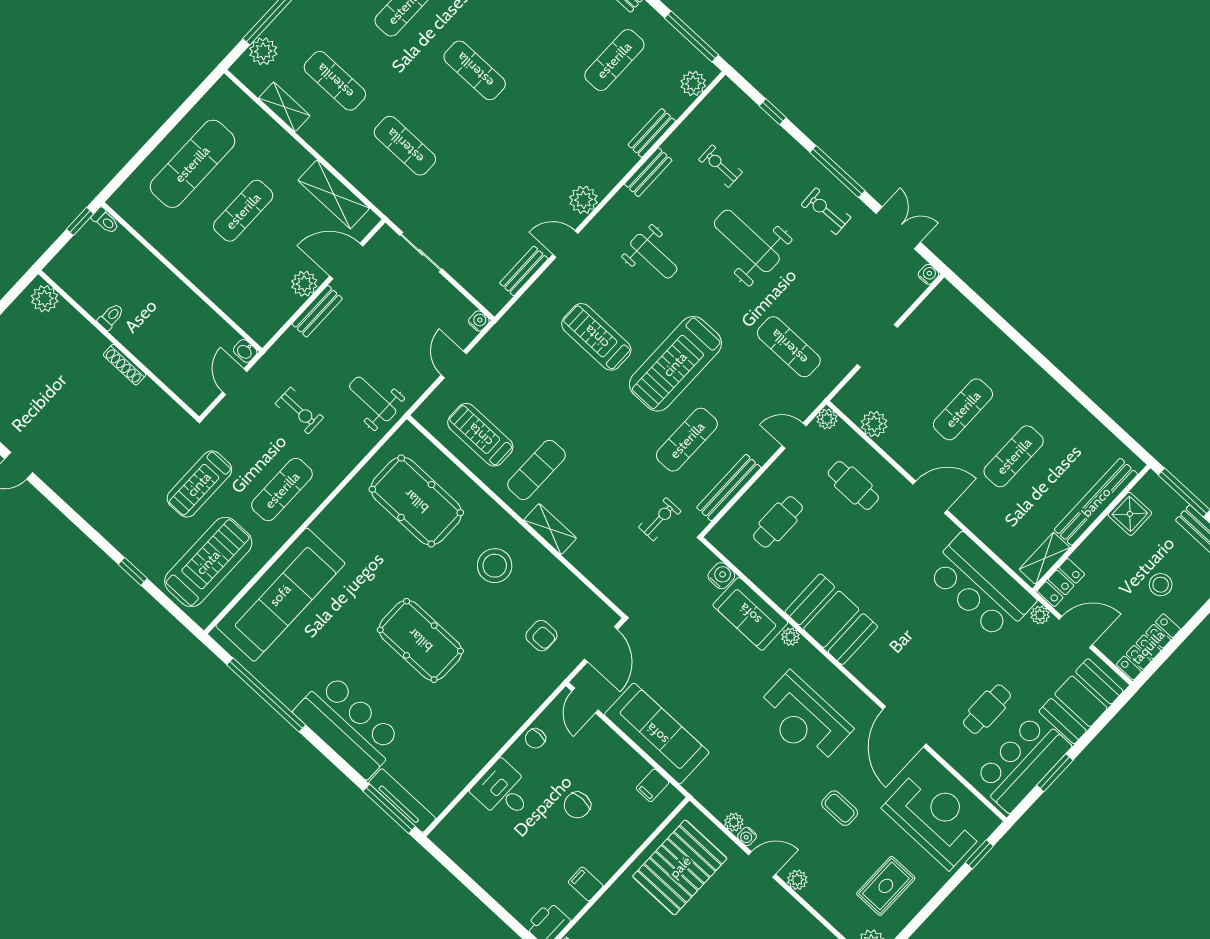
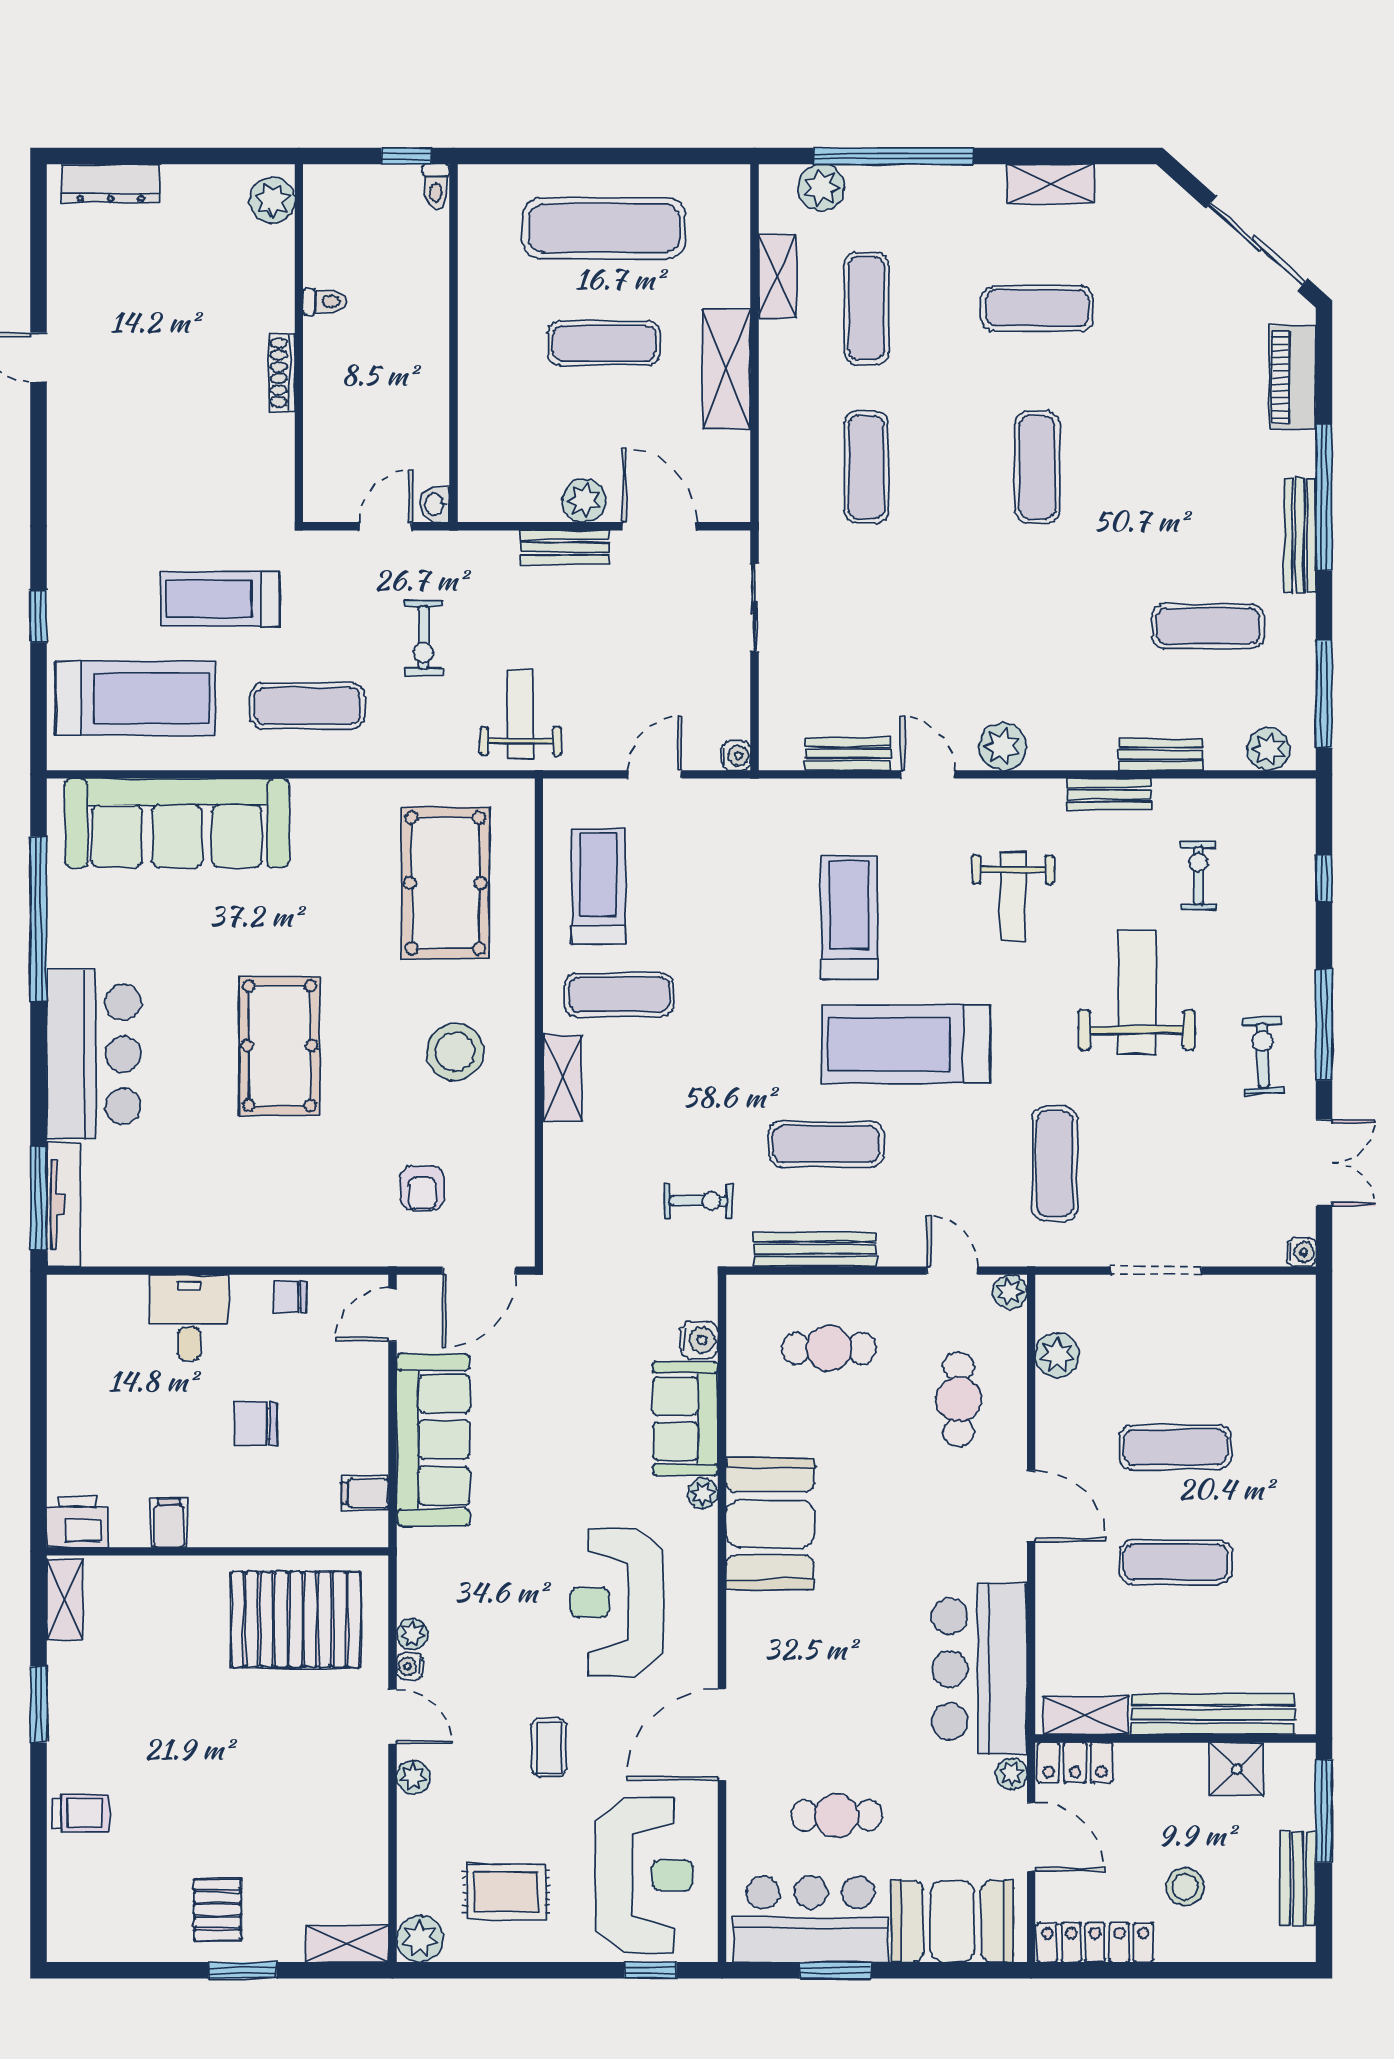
shelving: (334, 194) -> (726, 370), moved

